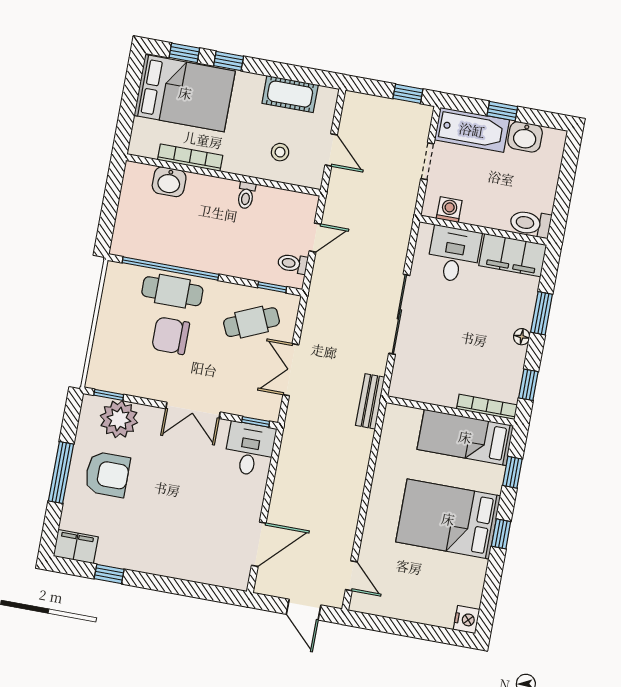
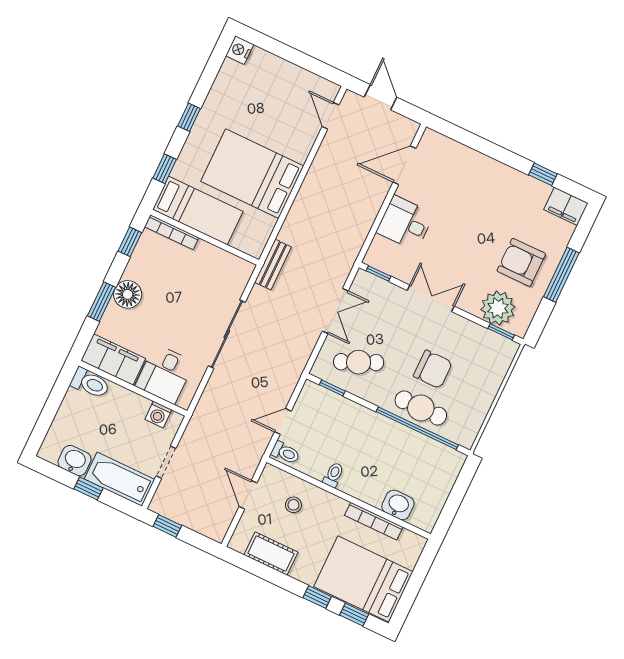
toilet: (293, 264) -> (285, 453), moved
floor lamp: (522, 337) -> (128, 294), width x1.89, depth x1.89
desk: (250, 449) -> (405, 223), moved, turned 90
bed: (448, 519) -> (252, 174), moved, turned 180

